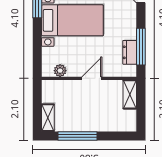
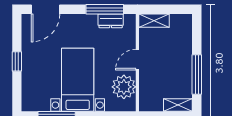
plant: (60, 71) -> (124, 87), width x1.87, depth x1.87
door: (92, 78) -> (137, 60), hinge flipped

